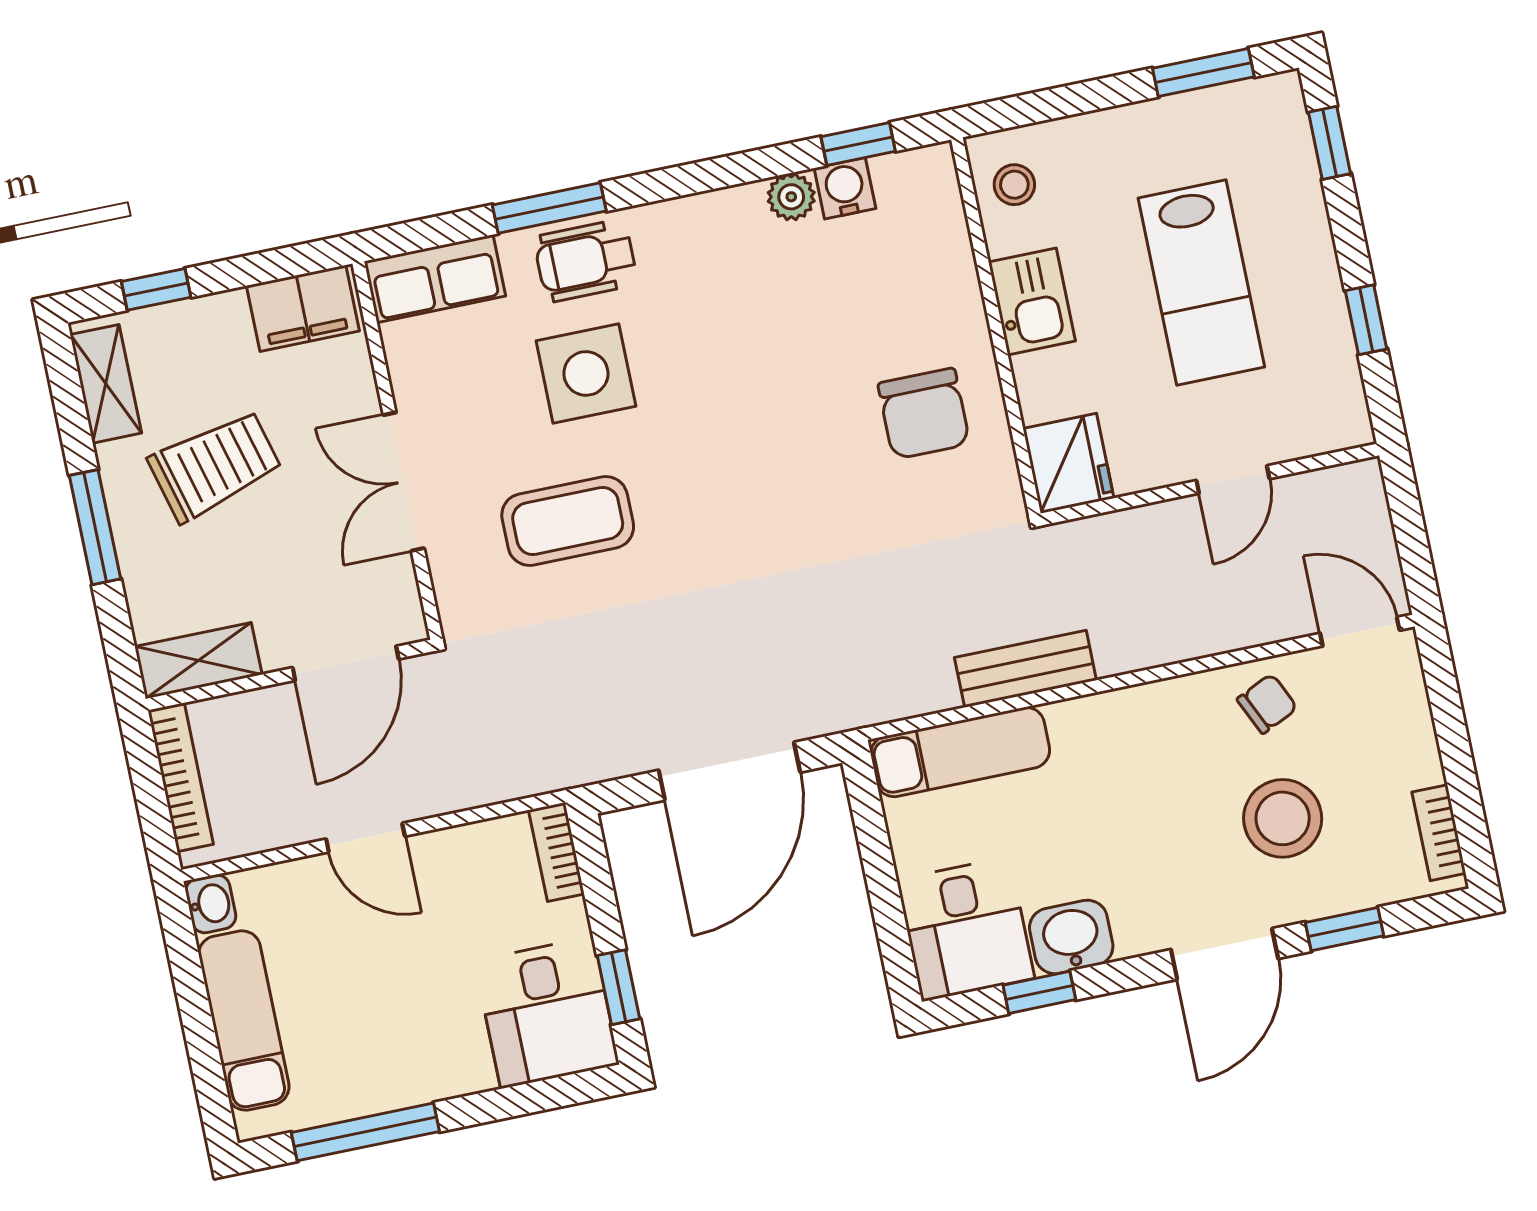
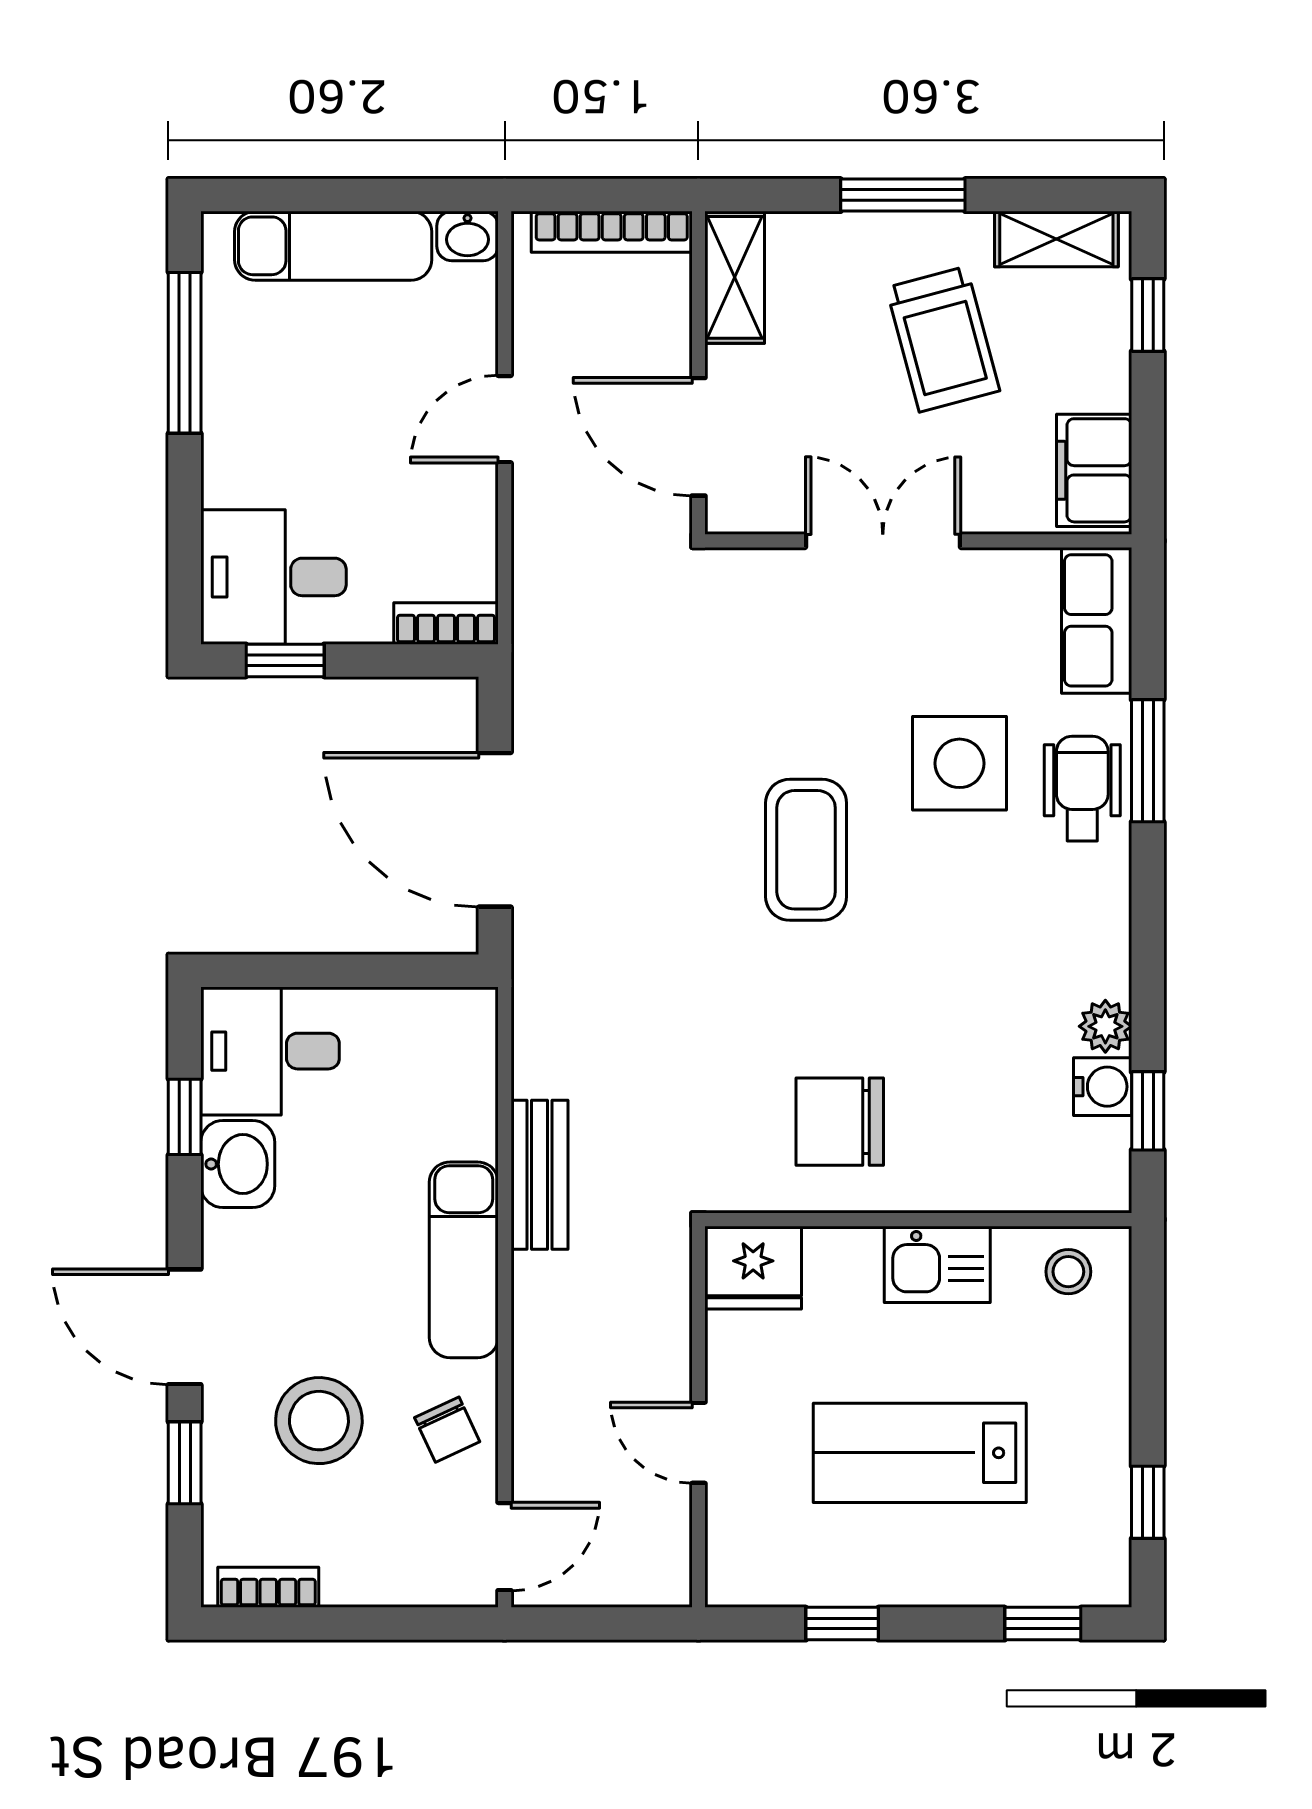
window: (1203, 73) -> (1148, 1502), width x0.67
coffee table: (568, 521) -> (806, 850), moved
exam couch: (960, 752) -> (464, 1260), moved

